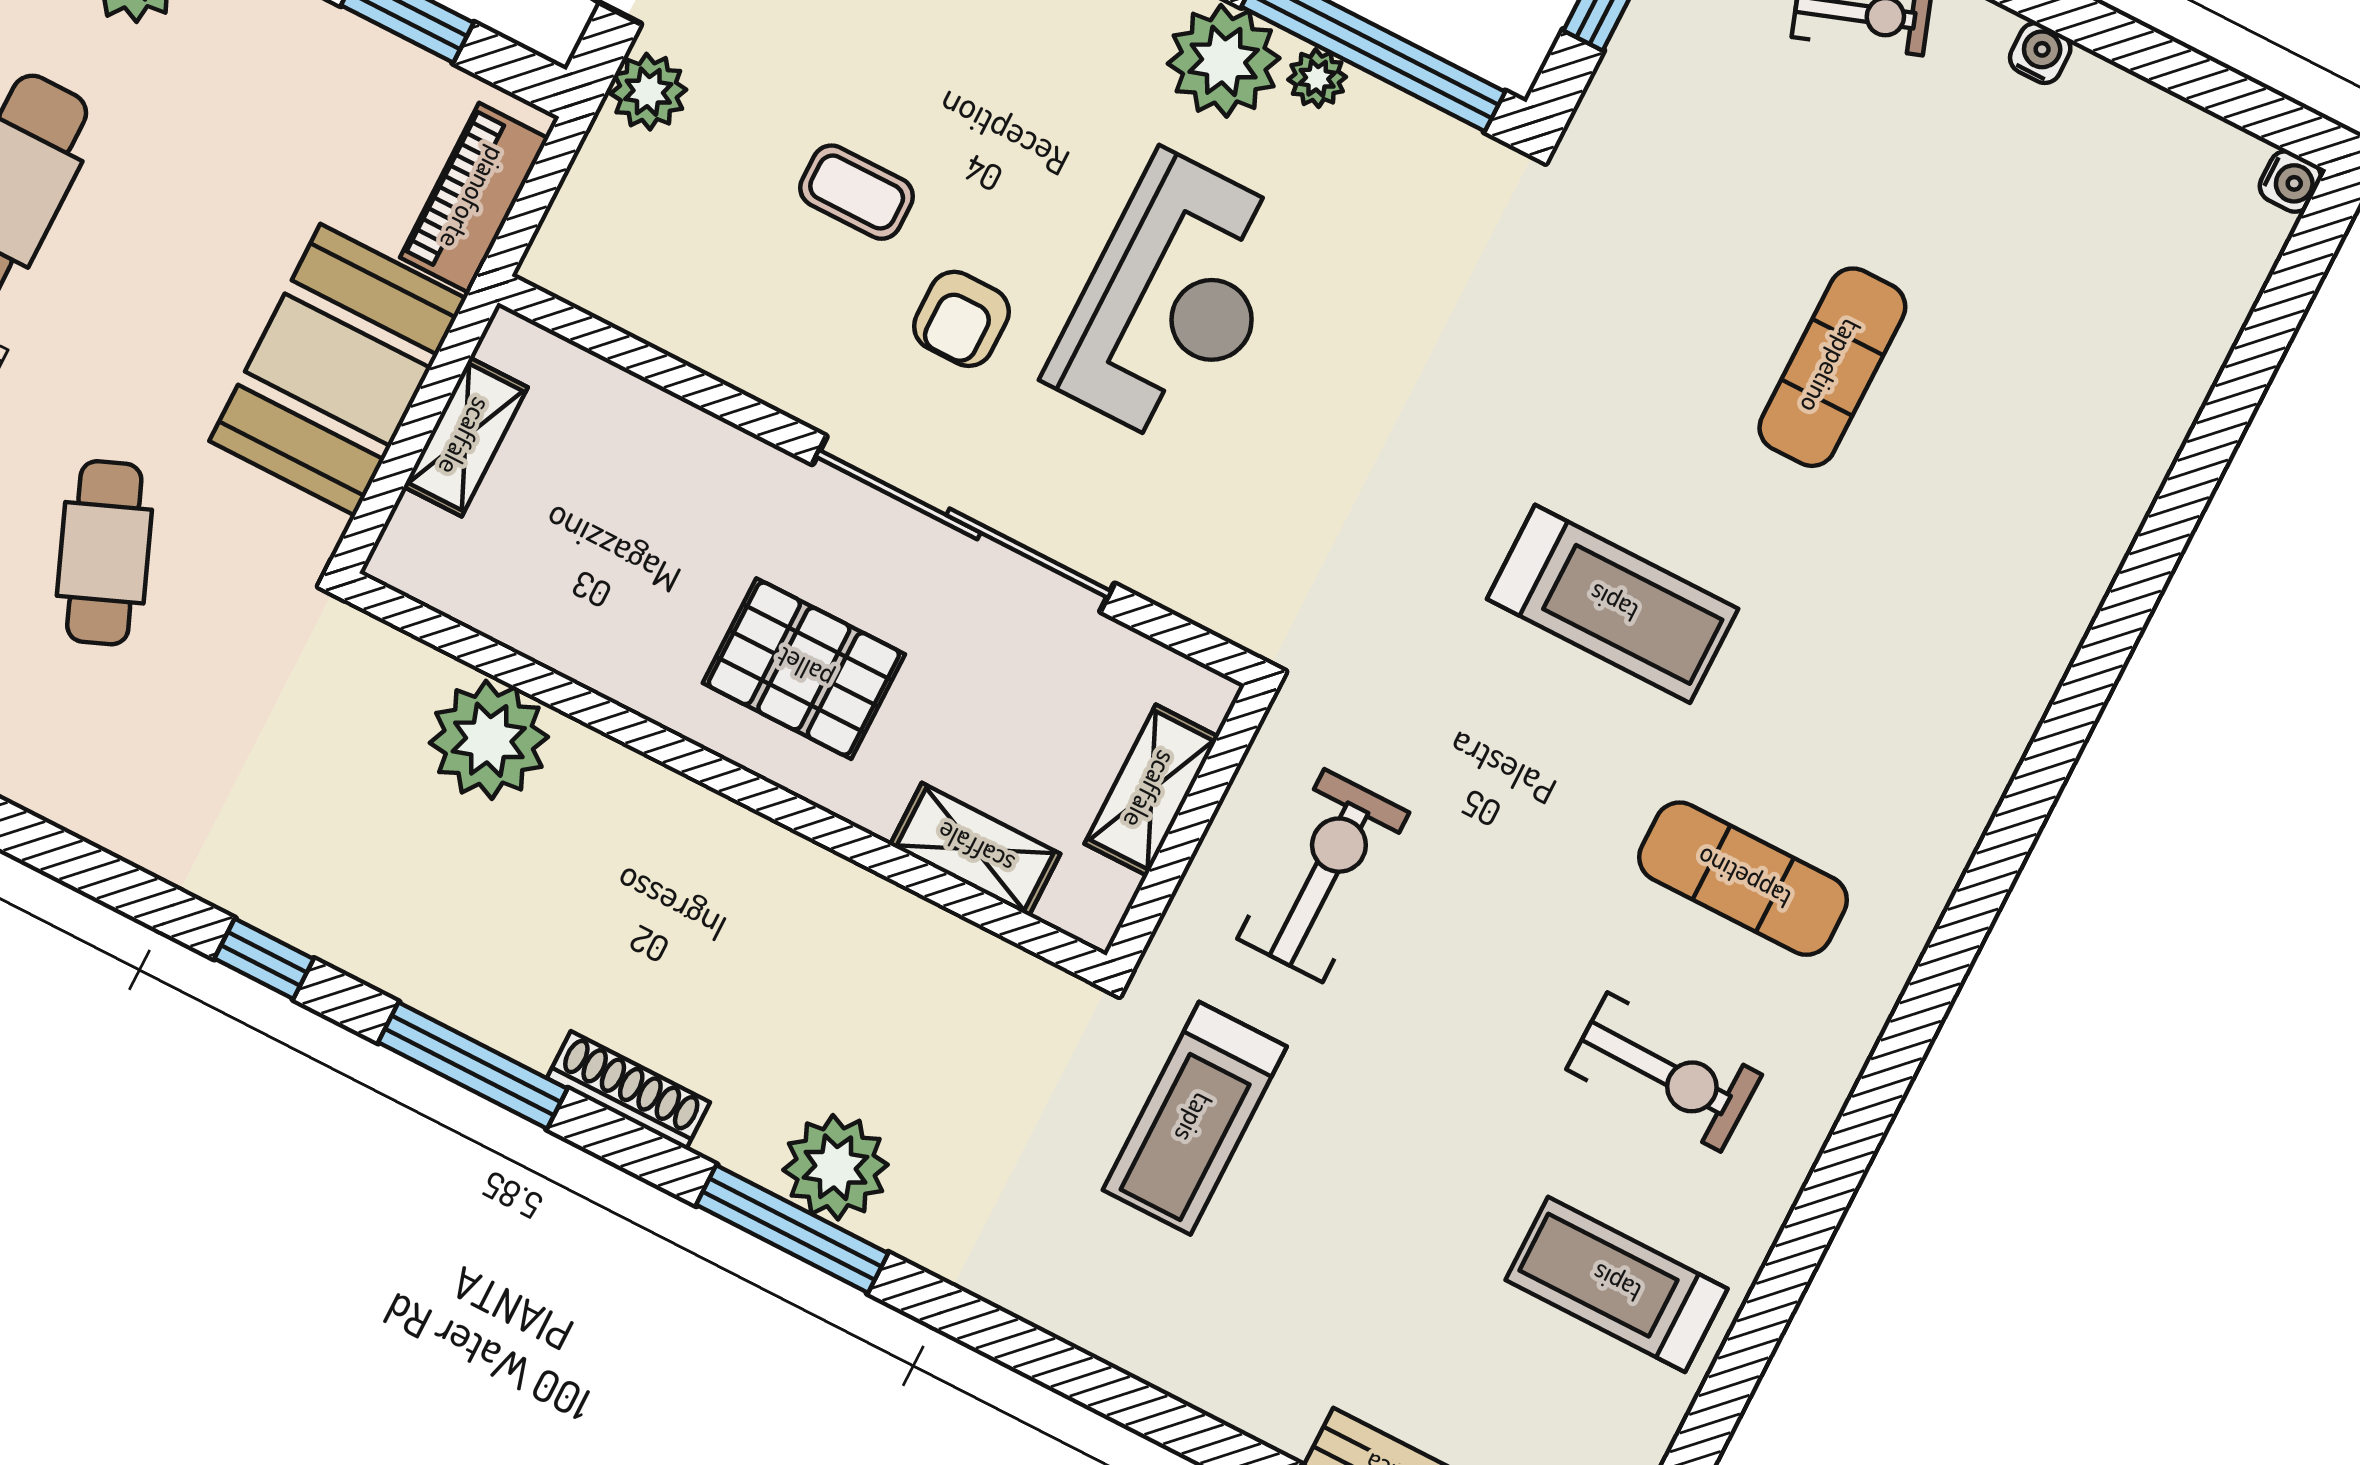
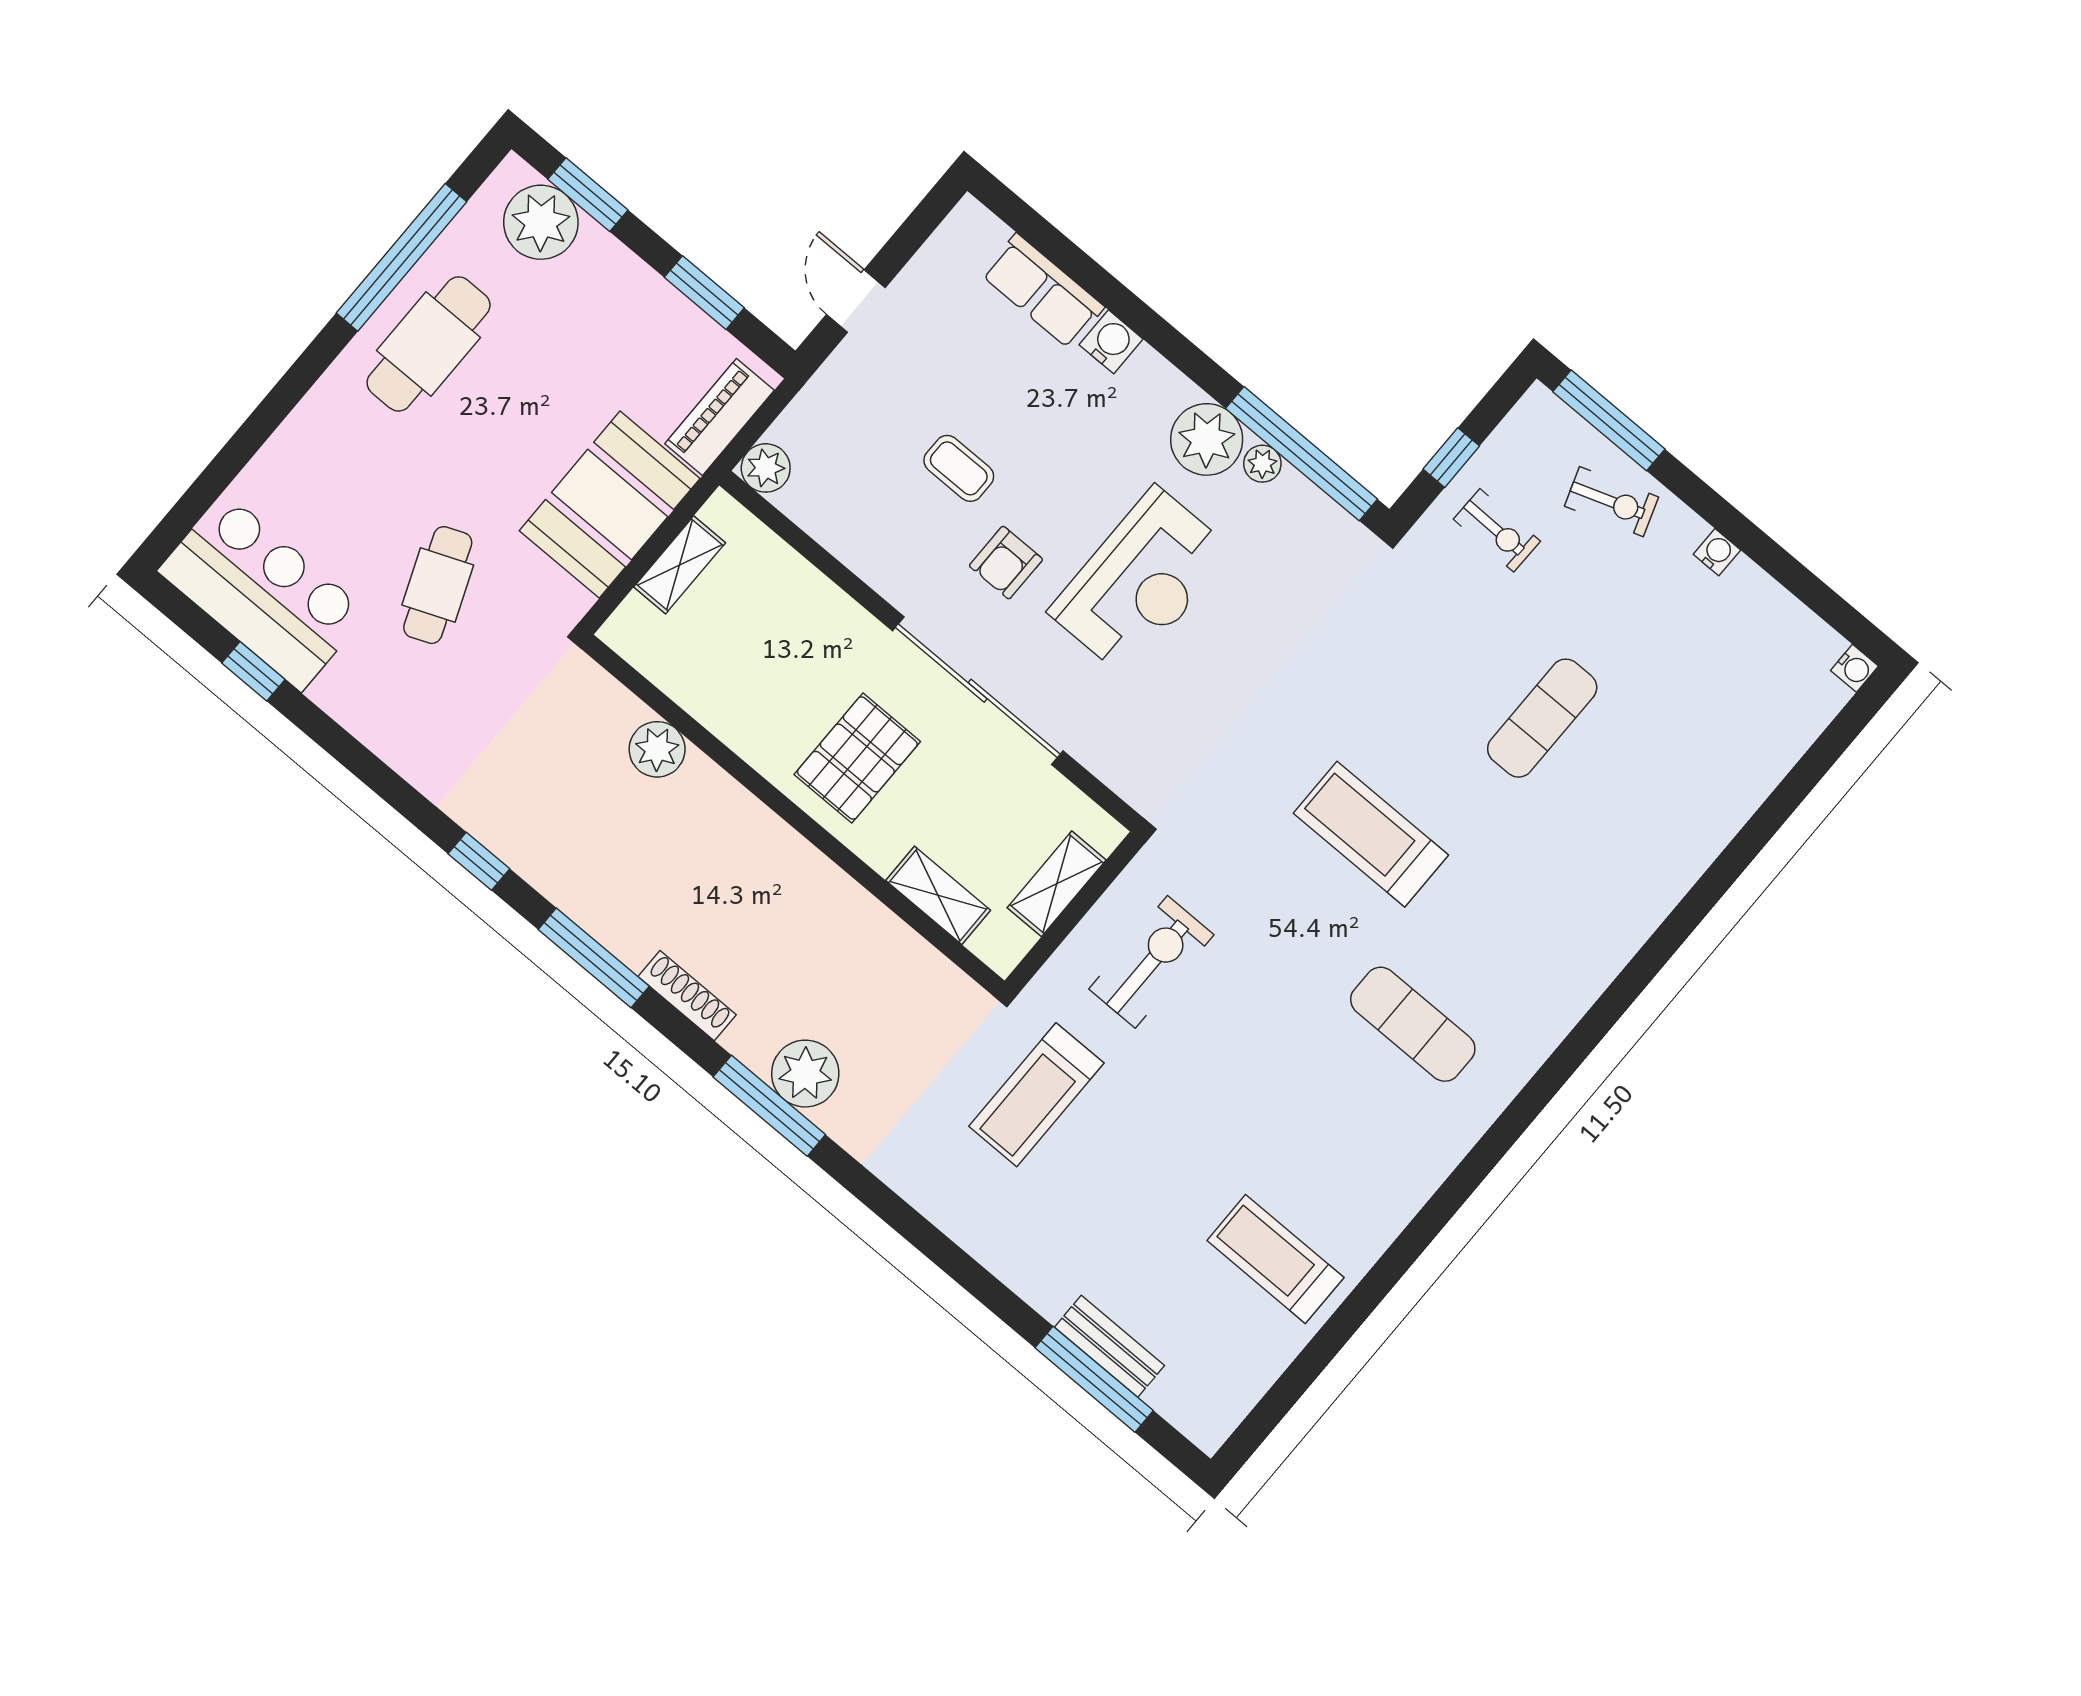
plant: (648, 92) -> (766, 468), moved
treadmill: (1613, 604) -> (1371, 834), turned 180
pallet: (804, 669) -> (857, 758), turned 90
plant: (489, 740) -> (657, 749), width x0.73, depth x0.73
exercise bike: (1664, 1072) -> (1497, 530), moved, width x0.73, depth x0.72

